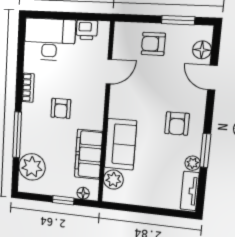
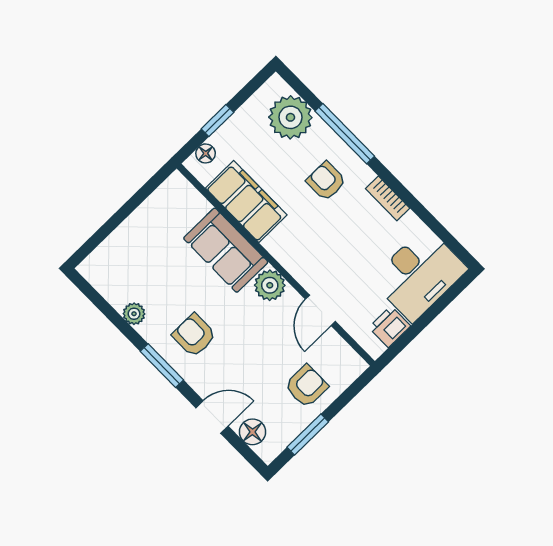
armchair: (61, 108) -> (326, 181), moved
window: (205, 150) -> (162, 366), moved
plant: (113, 180) -> (270, 285), moved
tv unit: (190, 191) -> (104, 283), removed

